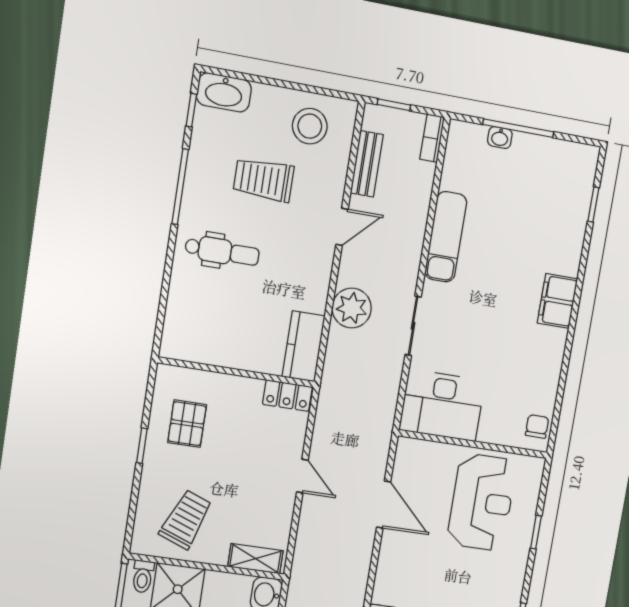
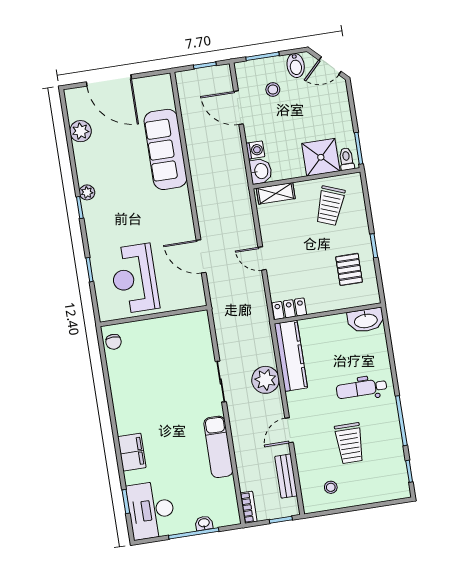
washbasin: (224, 92) -> (366, 320), moved, turned 180
stool: (310, 126) -> (331, 487), width x0.53, depth x0.53
trolley: (264, 180) -> (350, 443), turned 90
filing cabinet: (557, 301) -> (132, 452), moved
kitchen counter: (304, 346) -> (291, 356), width x1.50
desk: (442, 405) -> (151, 510), moved, turned -90

